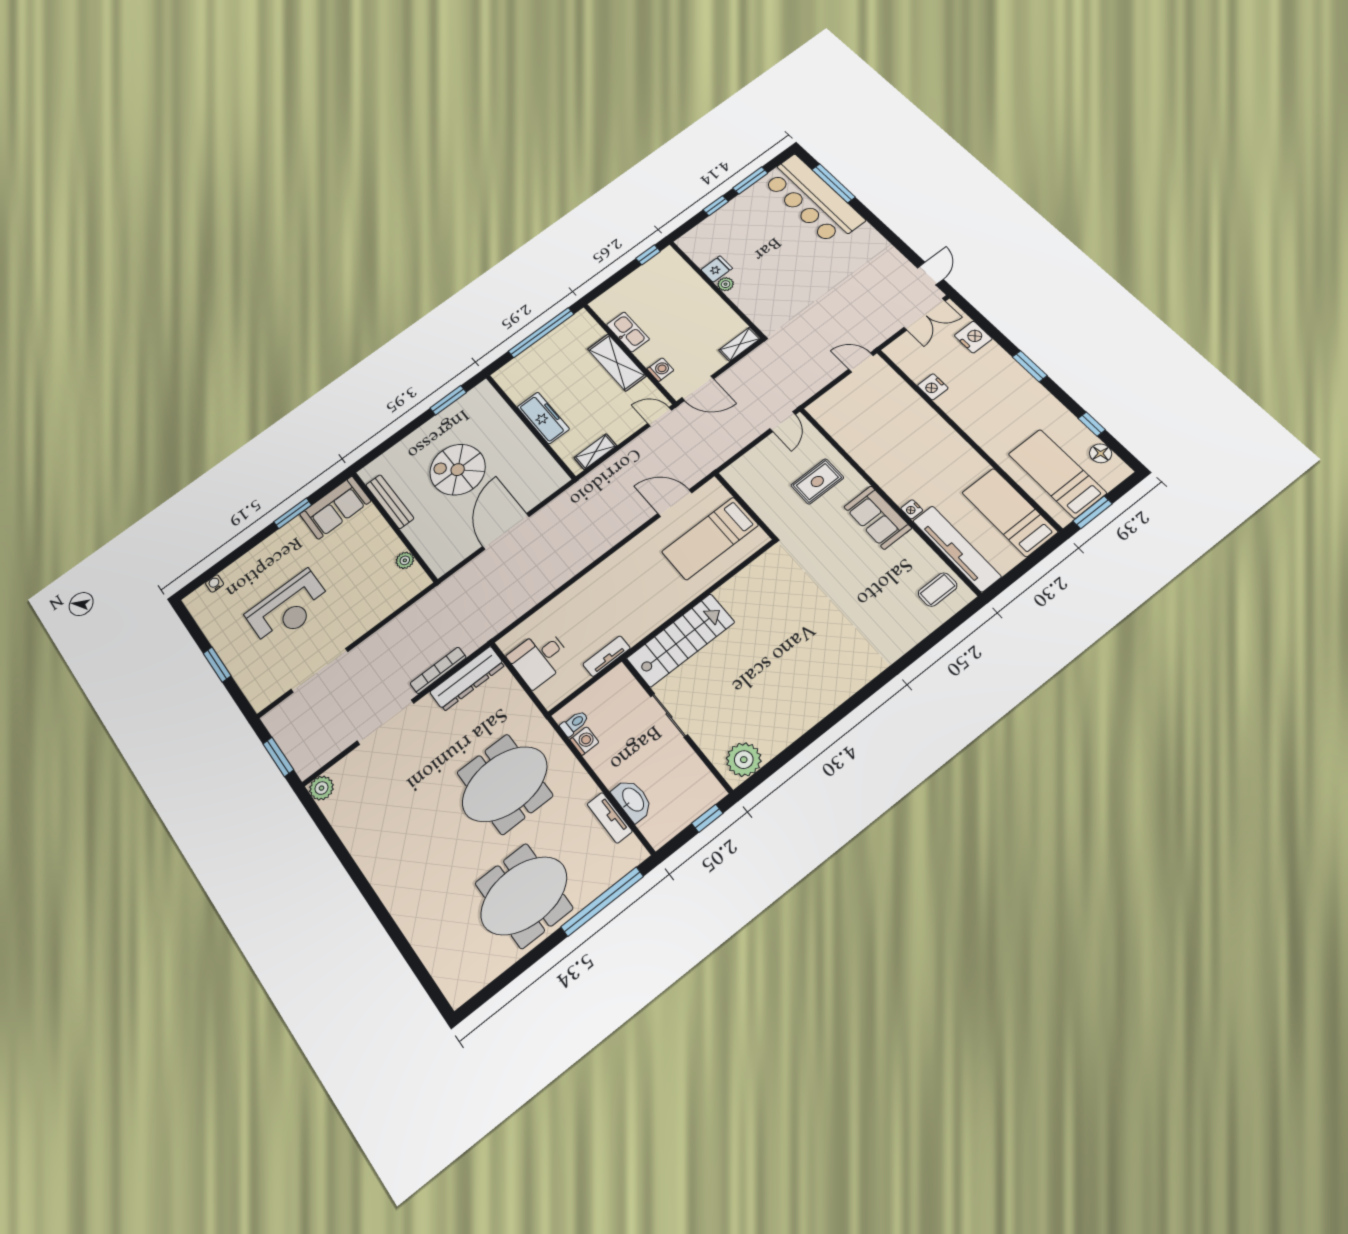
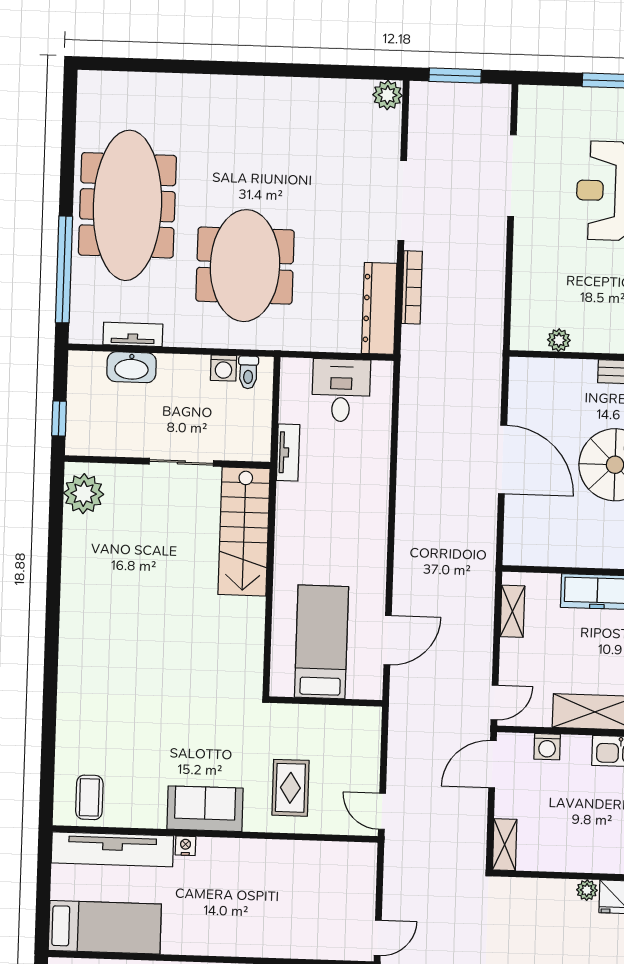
meeting table: (524, 896) -> (127, 205), width x1.36

